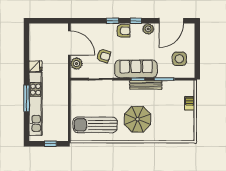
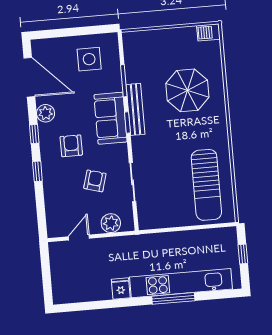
armchair: (123, 31) -> (71, 146), moved
door: (69, 43) -> (79, 237), width x0.53
sofa: (136, 69) -> (111, 118), width x0.73
barbecue: (190, 103) -> (208, 32), moved
parasol: (138, 119) -> (187, 90), moved

